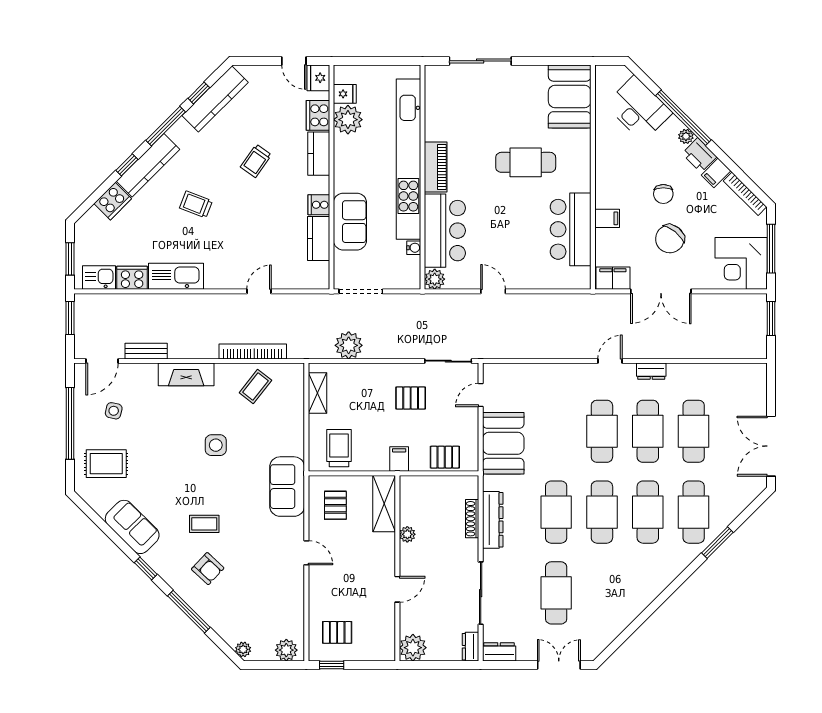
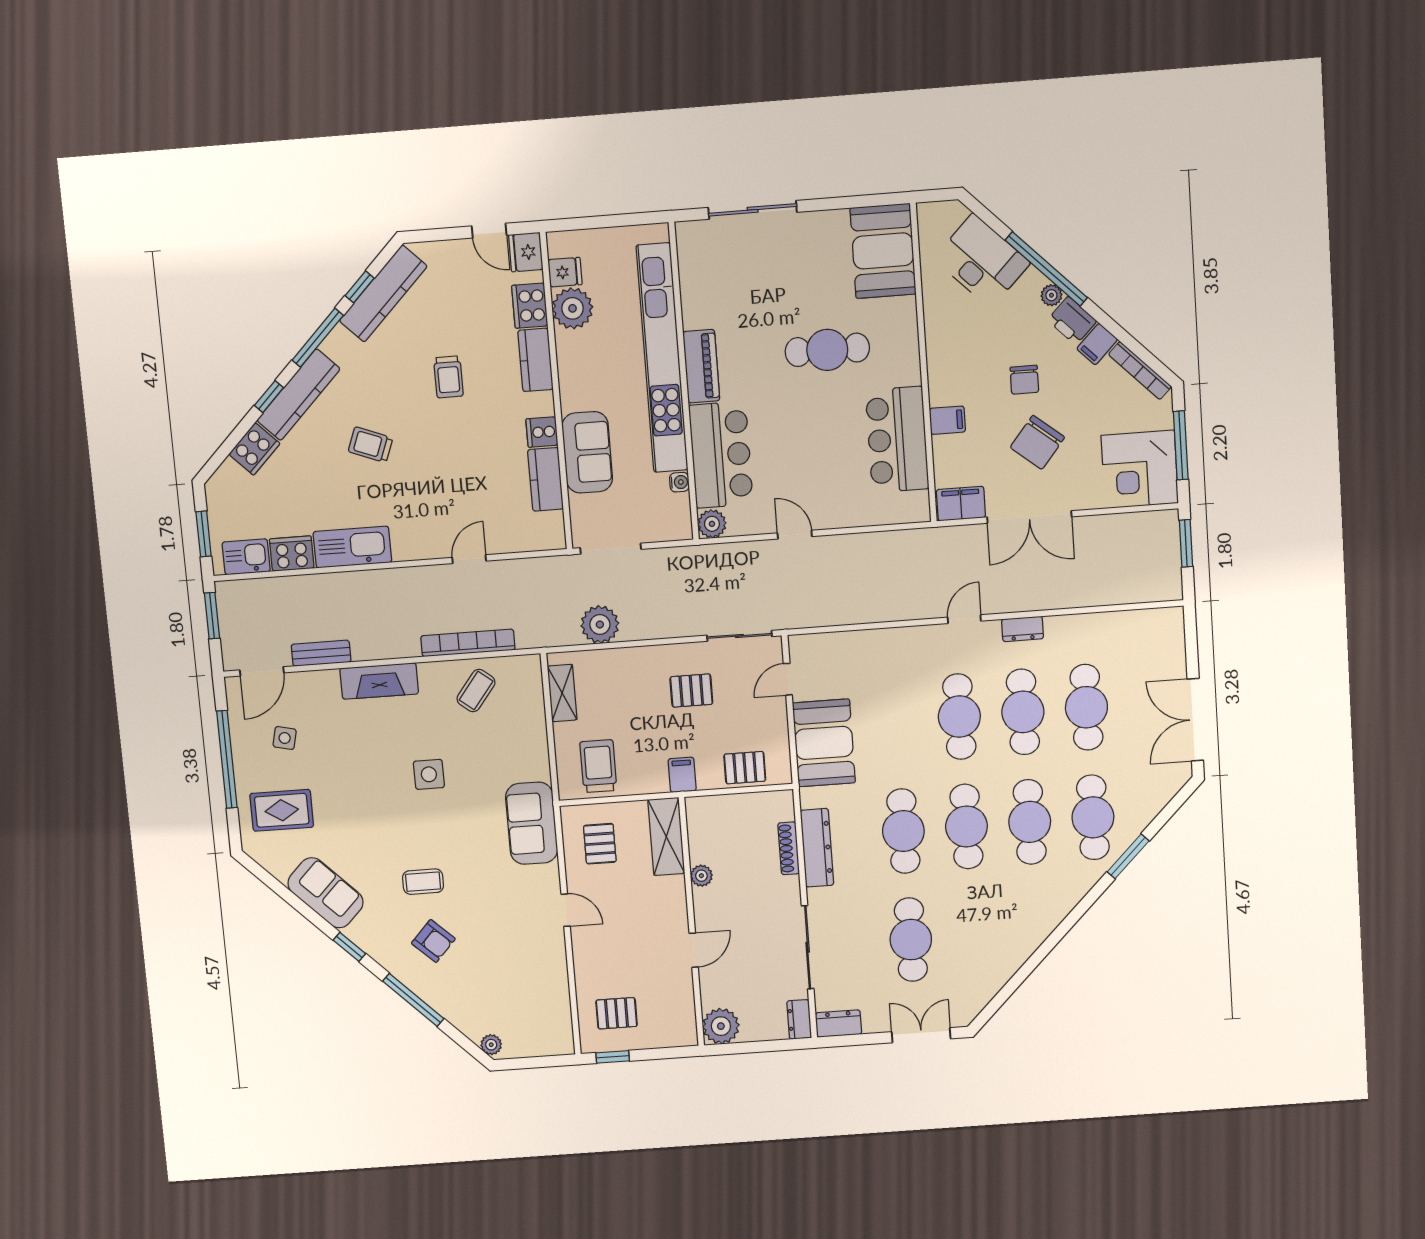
trolley: (256, 161) -> (448, 377), turned -35
plant: (286, 650) -> (550, 1041), removed

